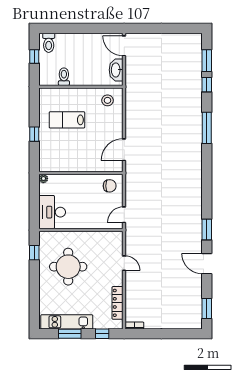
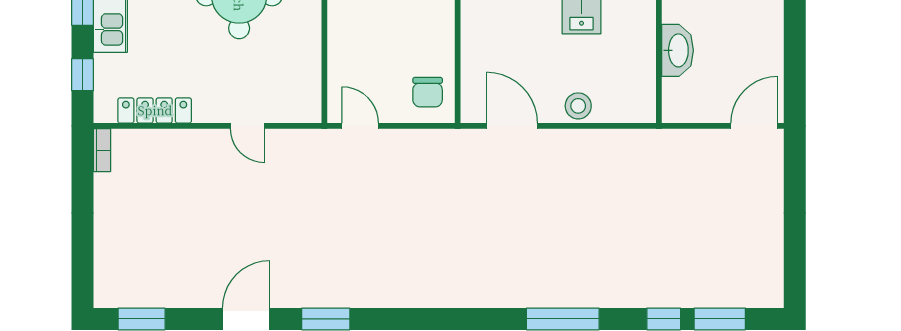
washbasin: (116, 70) -> (677, 50), moved, turned 90
stool: (107, 100) -> (578, 106), moved
door: (124, 263) -> (248, 126), hinge flipped

